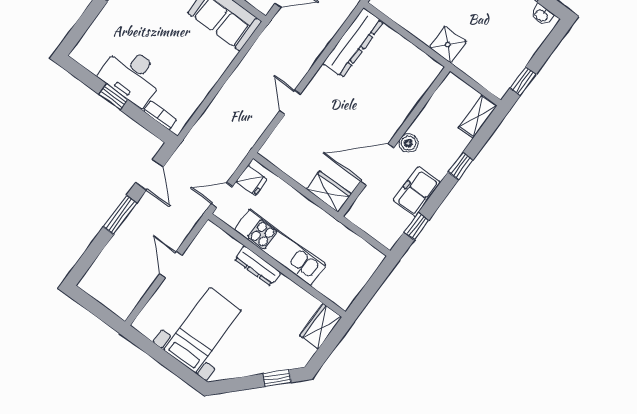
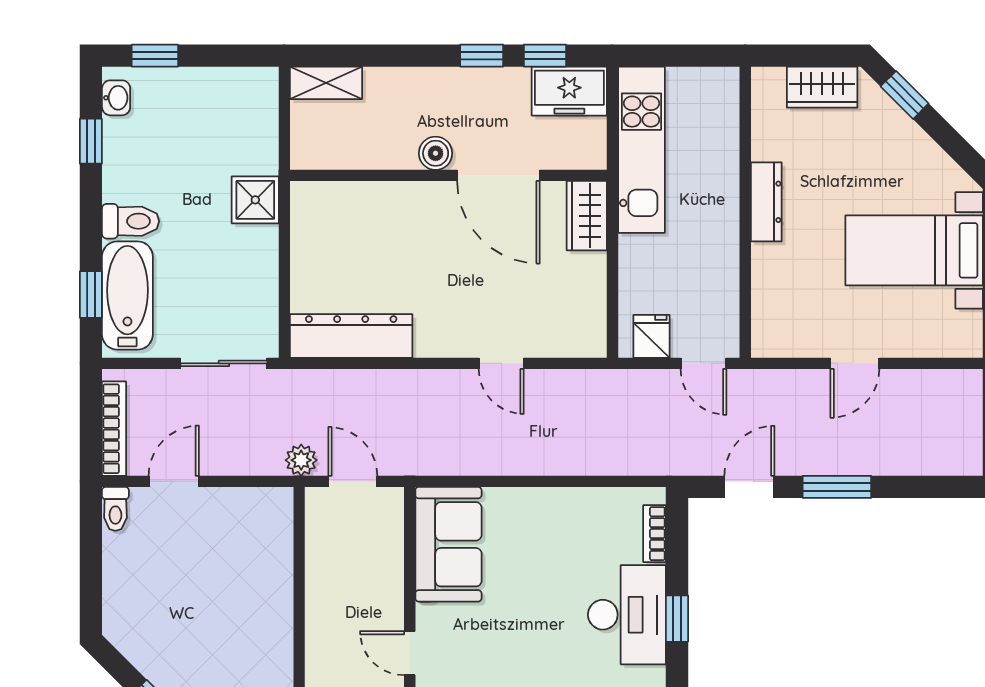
window: (523, 81) -> (155, 56), moved
door: (290, 102) -> (501, 363), hinge flipped
window: (461, 166) -> (482, 56), moved
freezer: (417, 192) -> (569, 91), moved
kitchen unit: (280, 247) -> (641, 150), moved, turned 180
dresser: (257, 266) -> (766, 202), moved
wardrobe: (321, 326) -> (822, 87), moved

